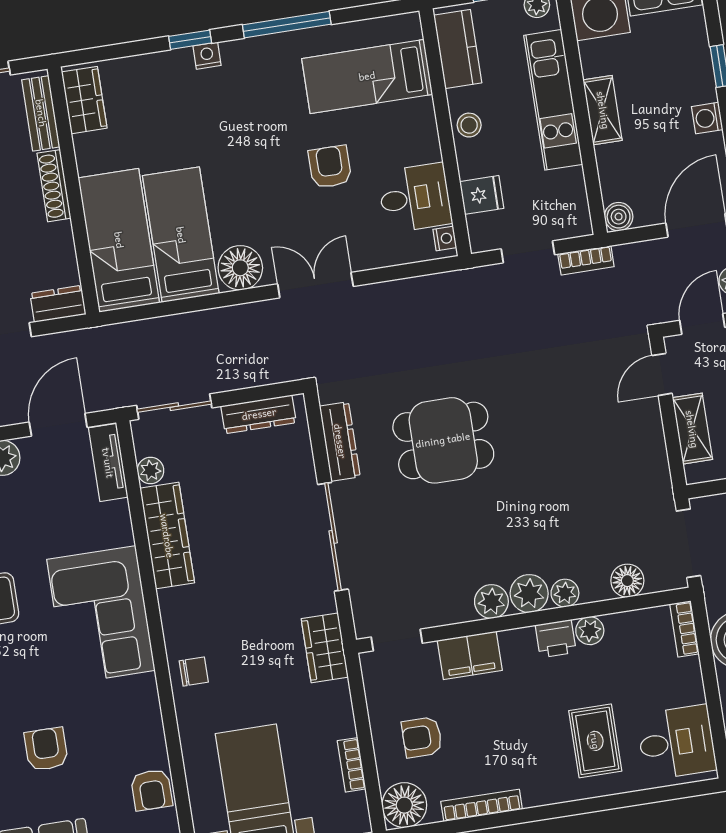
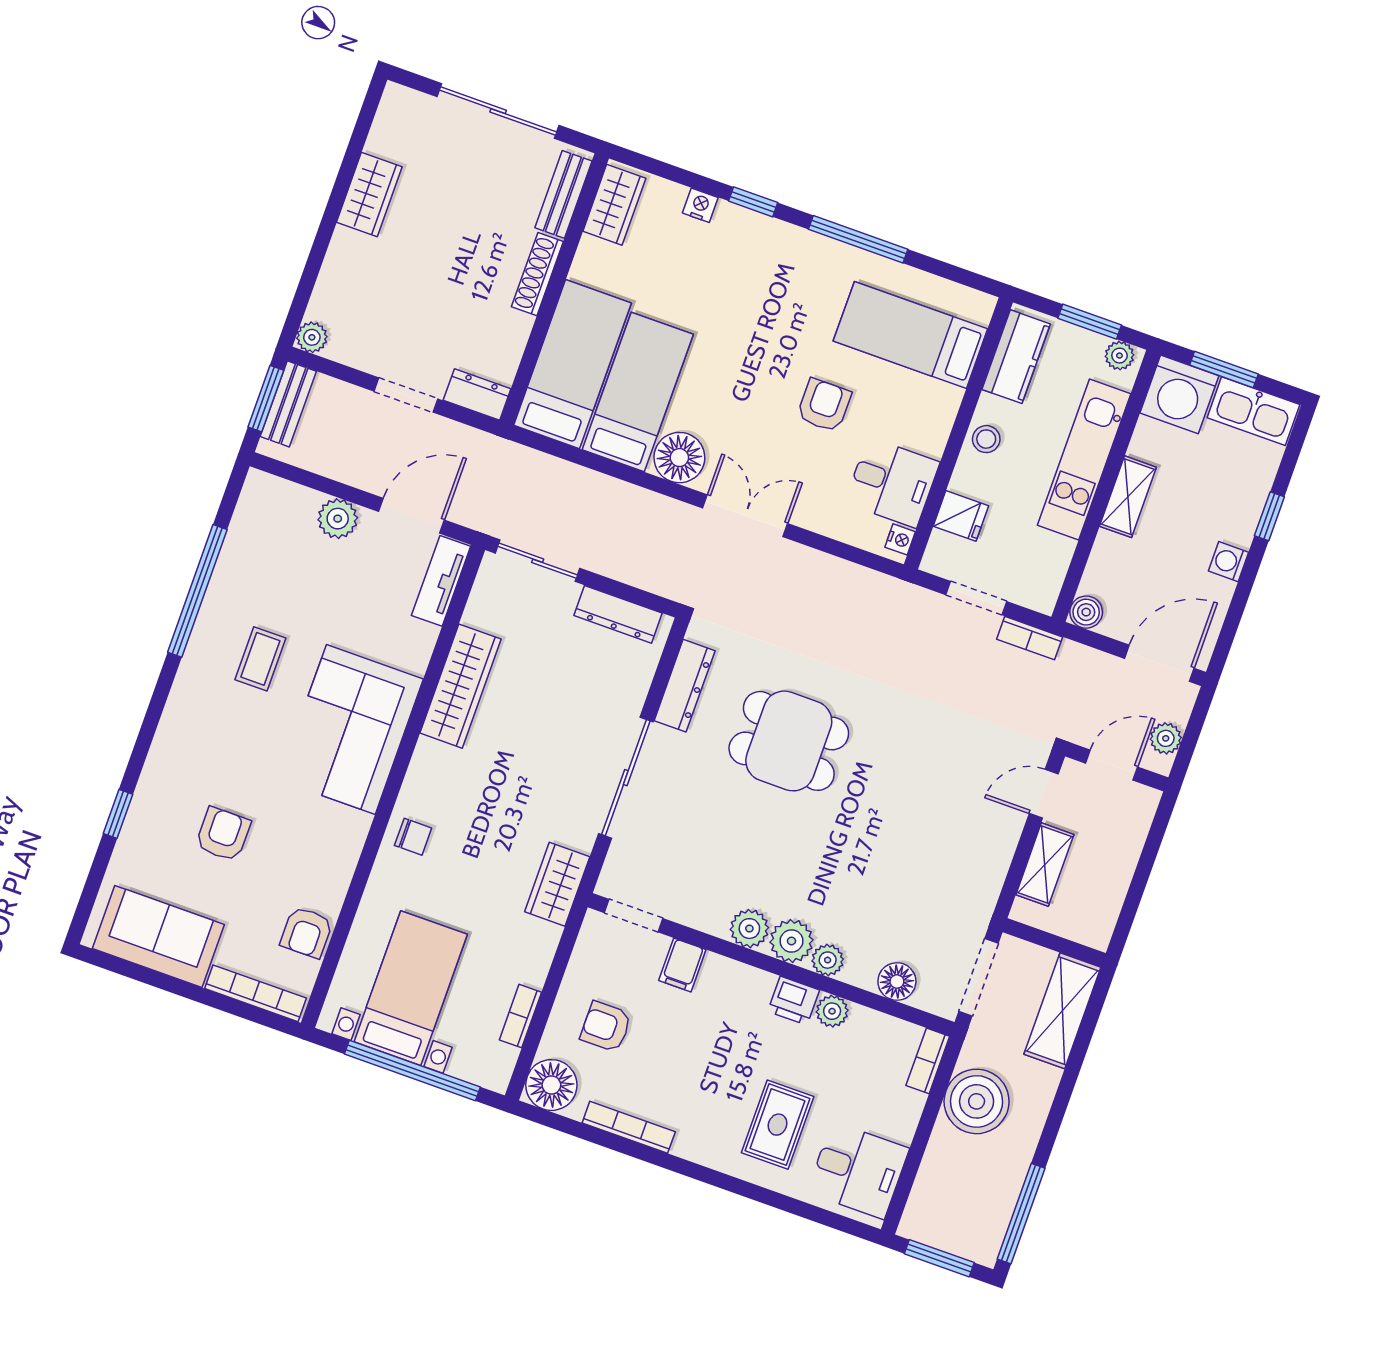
nightstand: (207, 56) -> (700, 205), moved
plant: (151, 470) -> (479, 612), removed
filing cabinet: (470, 655) -> (682, 965), width x0.50

